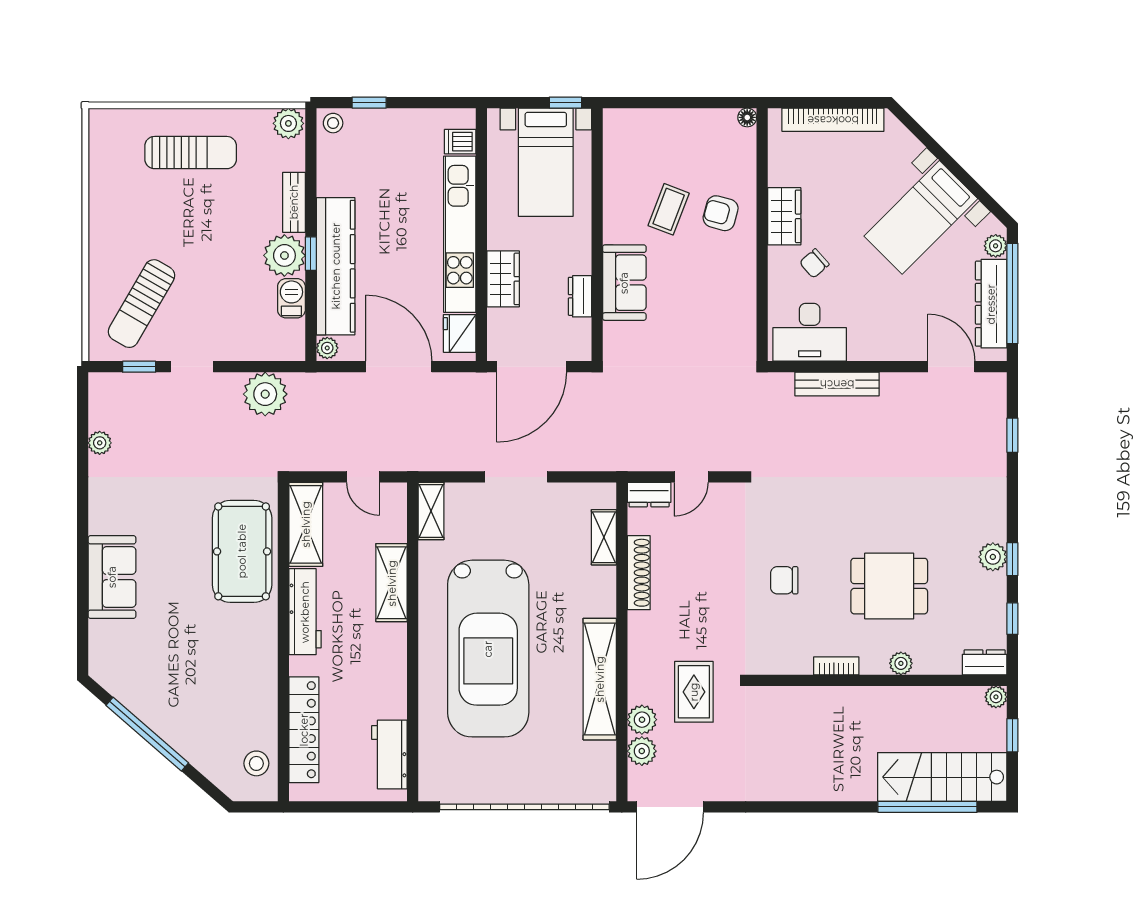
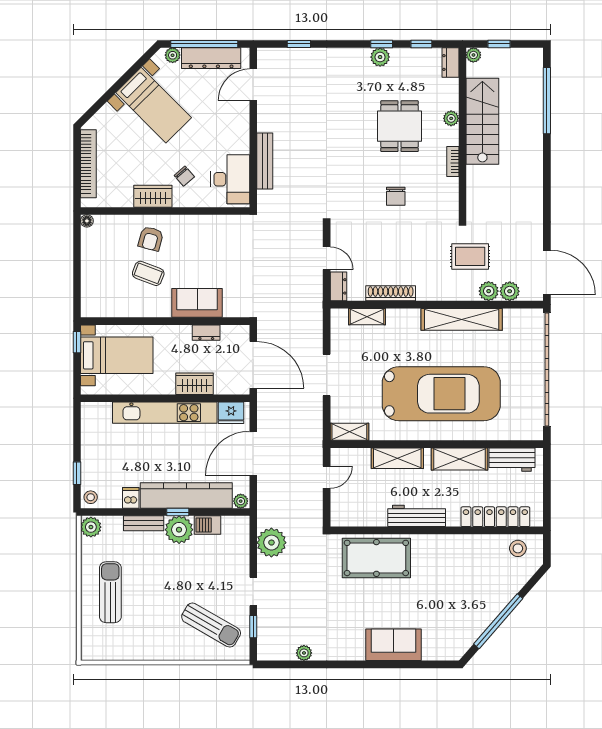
dishwasher: (460, 142) -> (131, 498), moved, turned 180
shelving: (306, 524) -> (459, 459), moved
stairs: (942, 777) -> (482, 121), moved, turned 180

